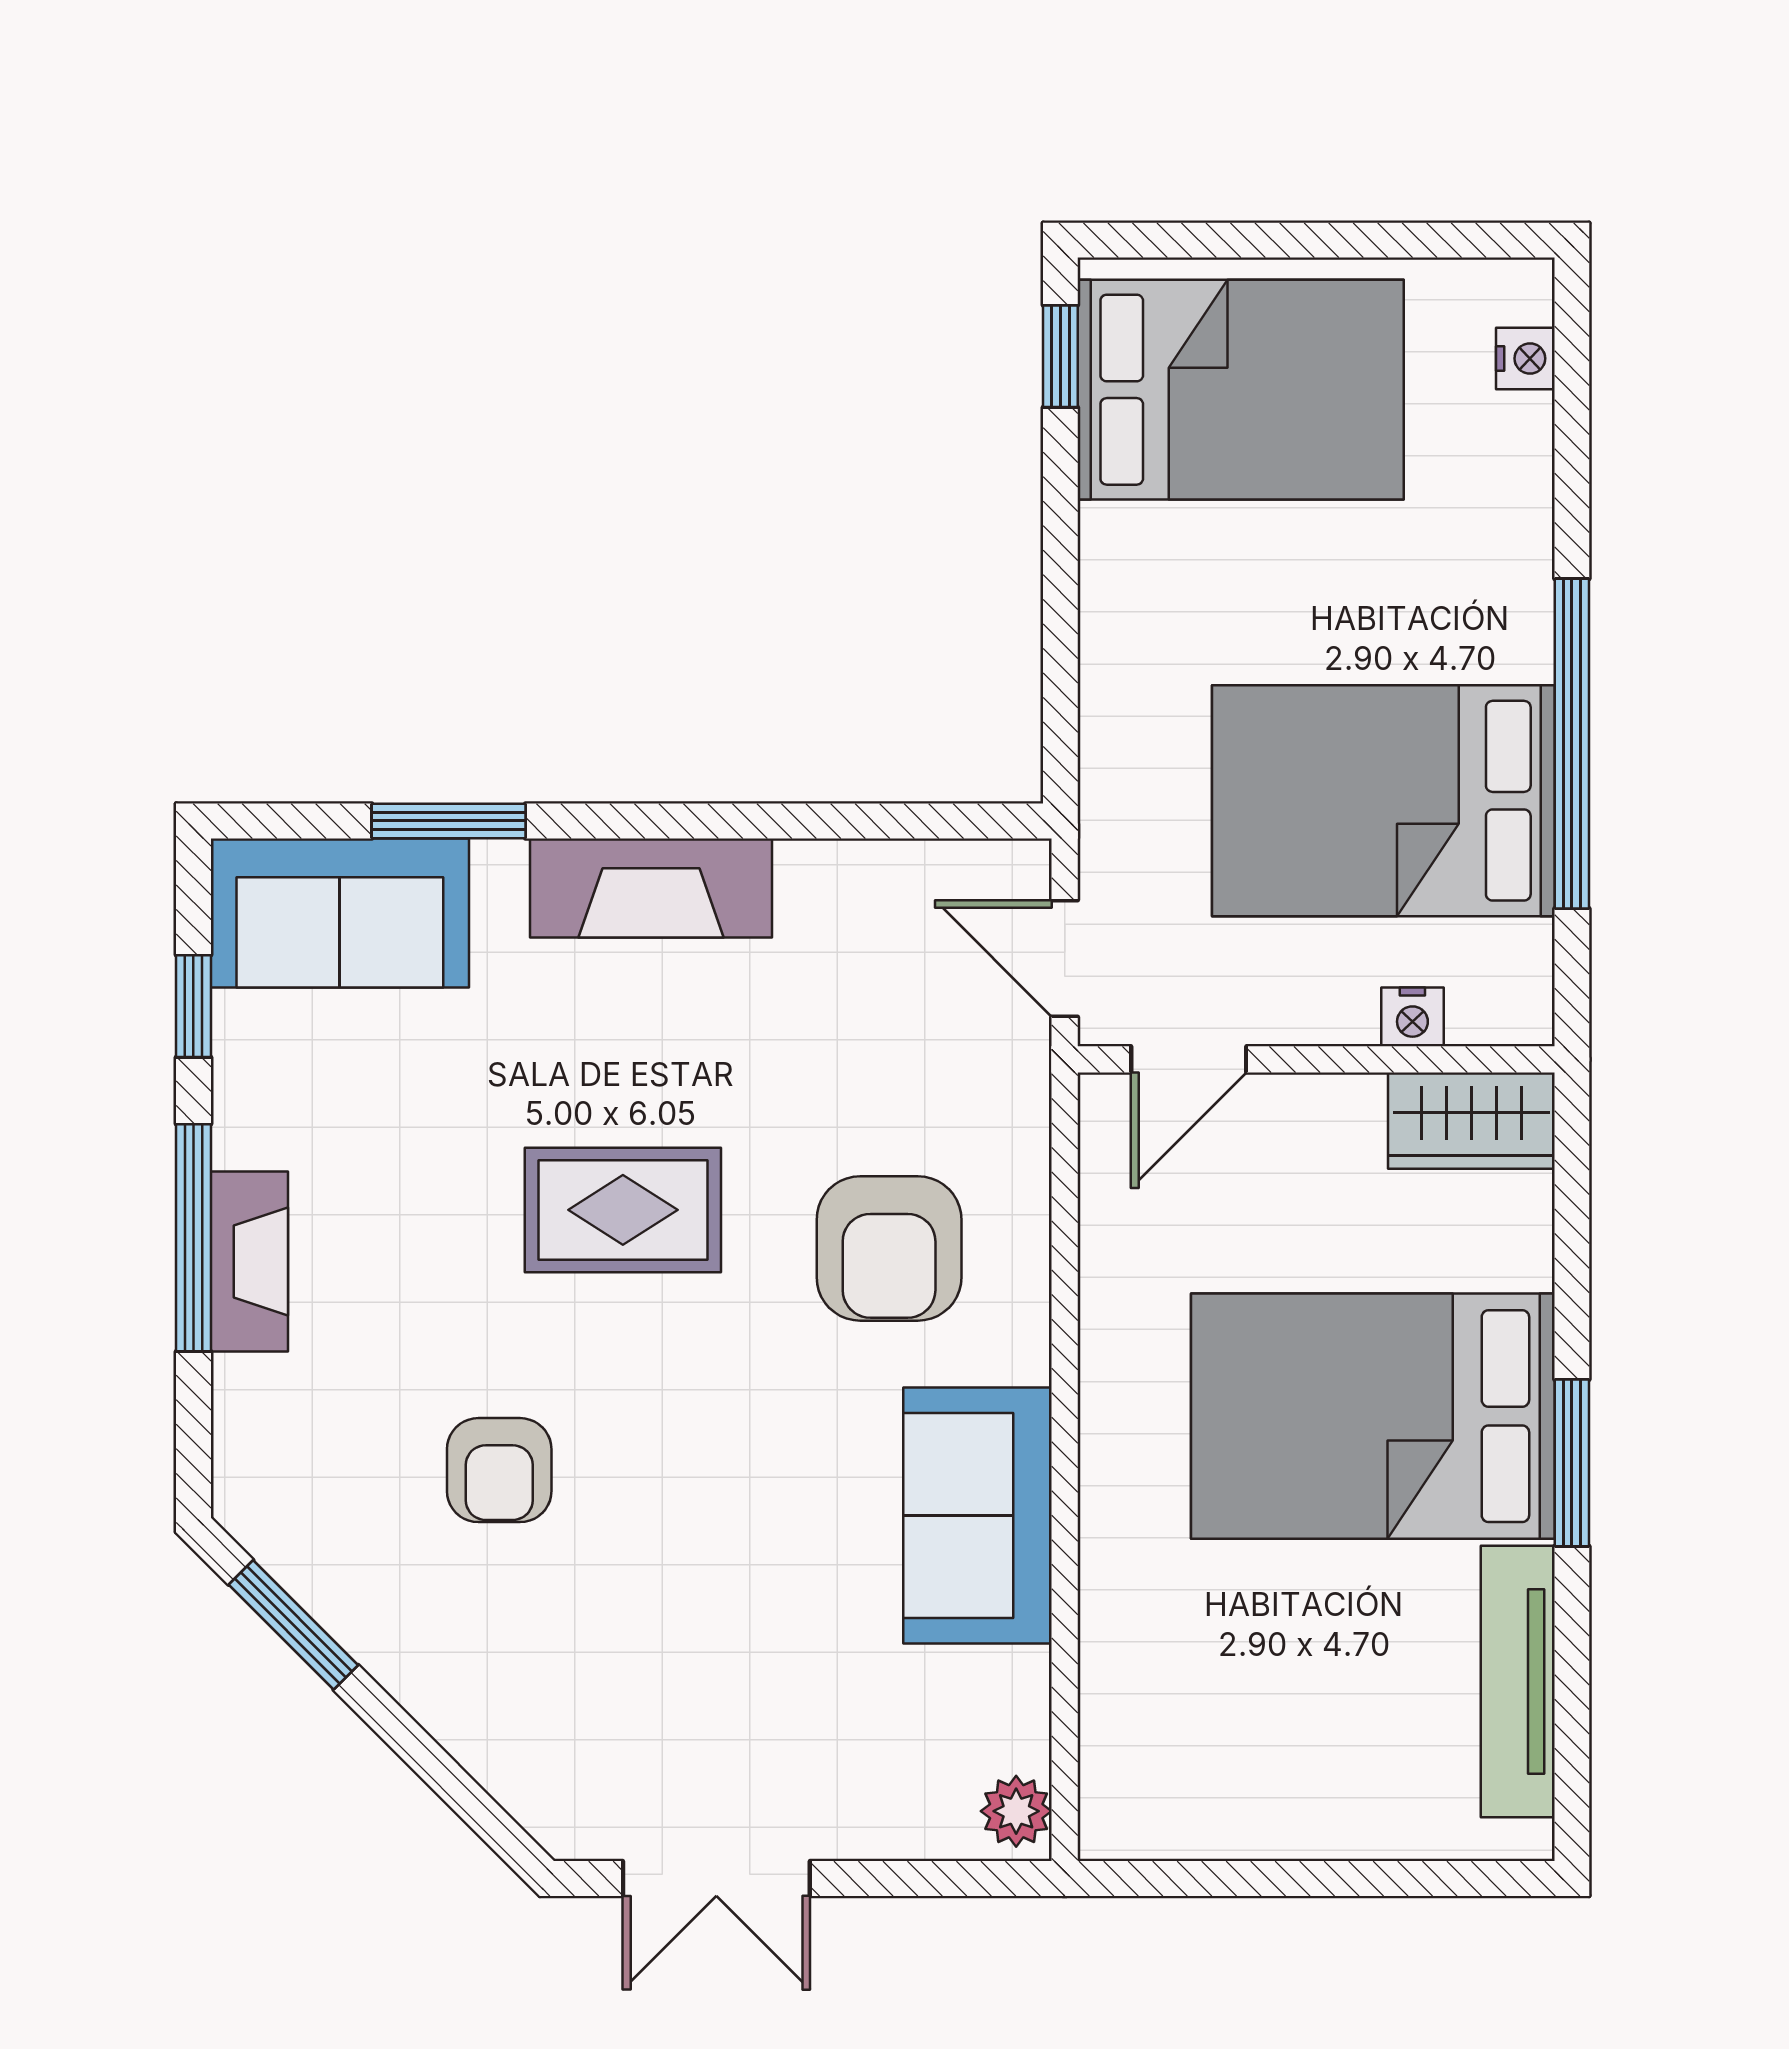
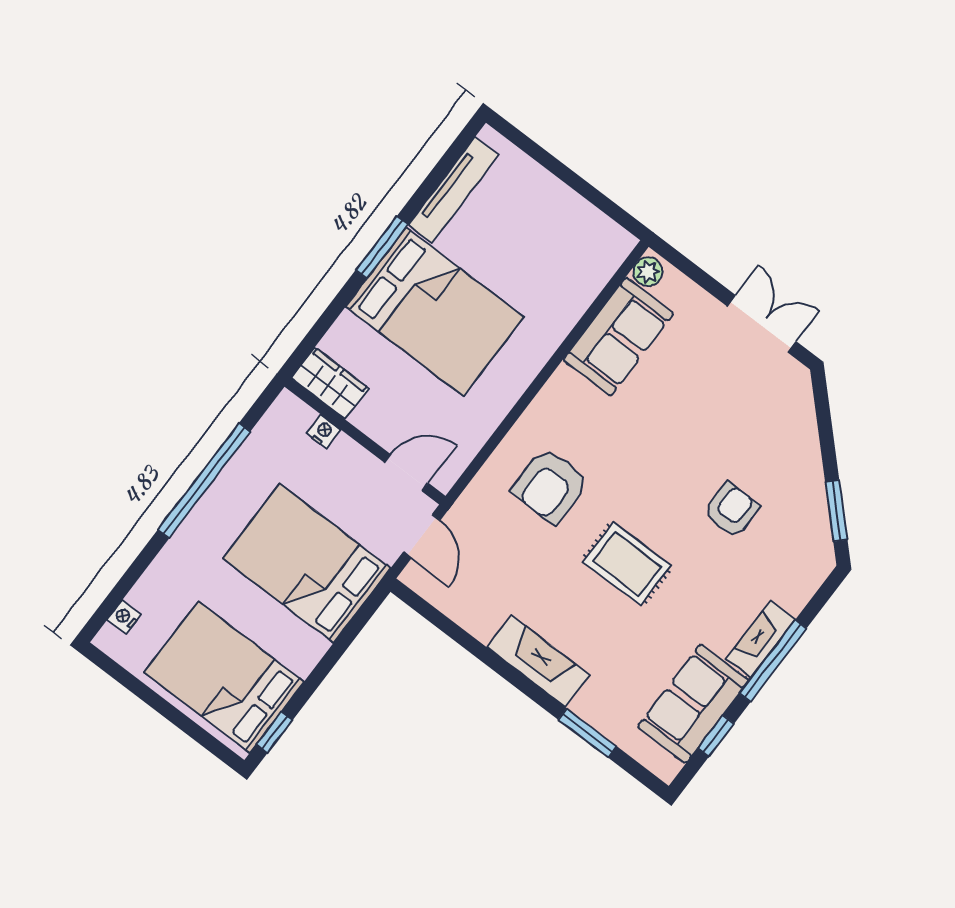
bed: (1383, 801) -> (307, 563), moved, turned 180
sofa: (340, 913) -> (693, 704), moved, turned -90
armchair: (889, 1248) -> (550, 486), turned 180
sofa: (978, 1515) -> (618, 337), moved

